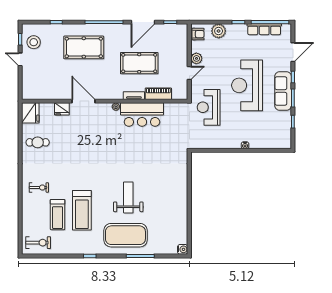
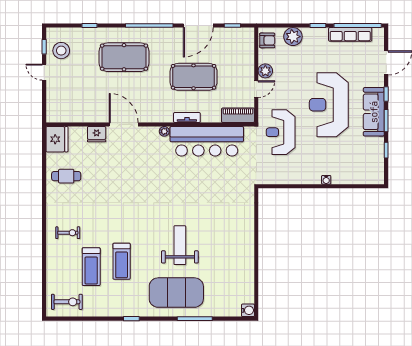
piano: (158, 94) -> (238, 115), moved
bar counter: (142, 115) -> (207, 141), width x1.36
treadmill: (82, 210) -> (122, 261), width x0.73, depth x0.73

